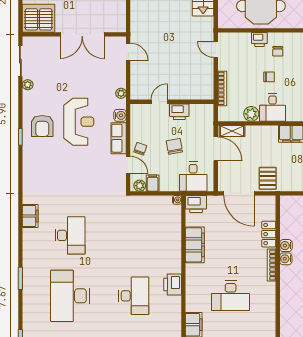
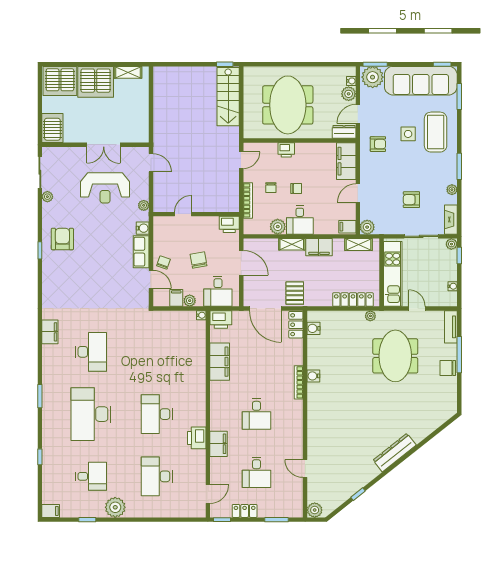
server rack: (39, 18) -> (52, 128), width x0.63
double door: (82, 34) -> (104, 145), width x0.73
door: (216, 49) -> (241, 160), swing flipped
chair: (278, 51) -> (271, 188), moved
printer: (179, 112) -> (229, 224), moved
reception desk: (79, 122) -> (105, 188), moved, turned 90
armchair: (42, 126) -> (62, 239), turned 180
shelving: (232, 131) -> (292, 244), moved
plant: (140, 186) -> (190, 301), moved
locker: (269, 234) -> (296, 325), moved
water cooler: (286, 246) -> (313, 328), moved
printer: (173, 284) -> (197, 438), moved
desk: (134, 296) -> (157, 414), turned 180
desk: (231, 296) -> (256, 414), width x0.73

